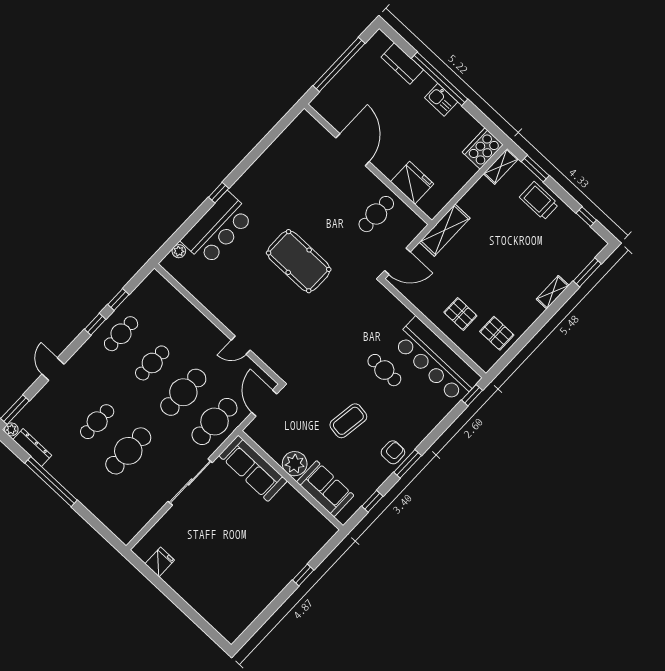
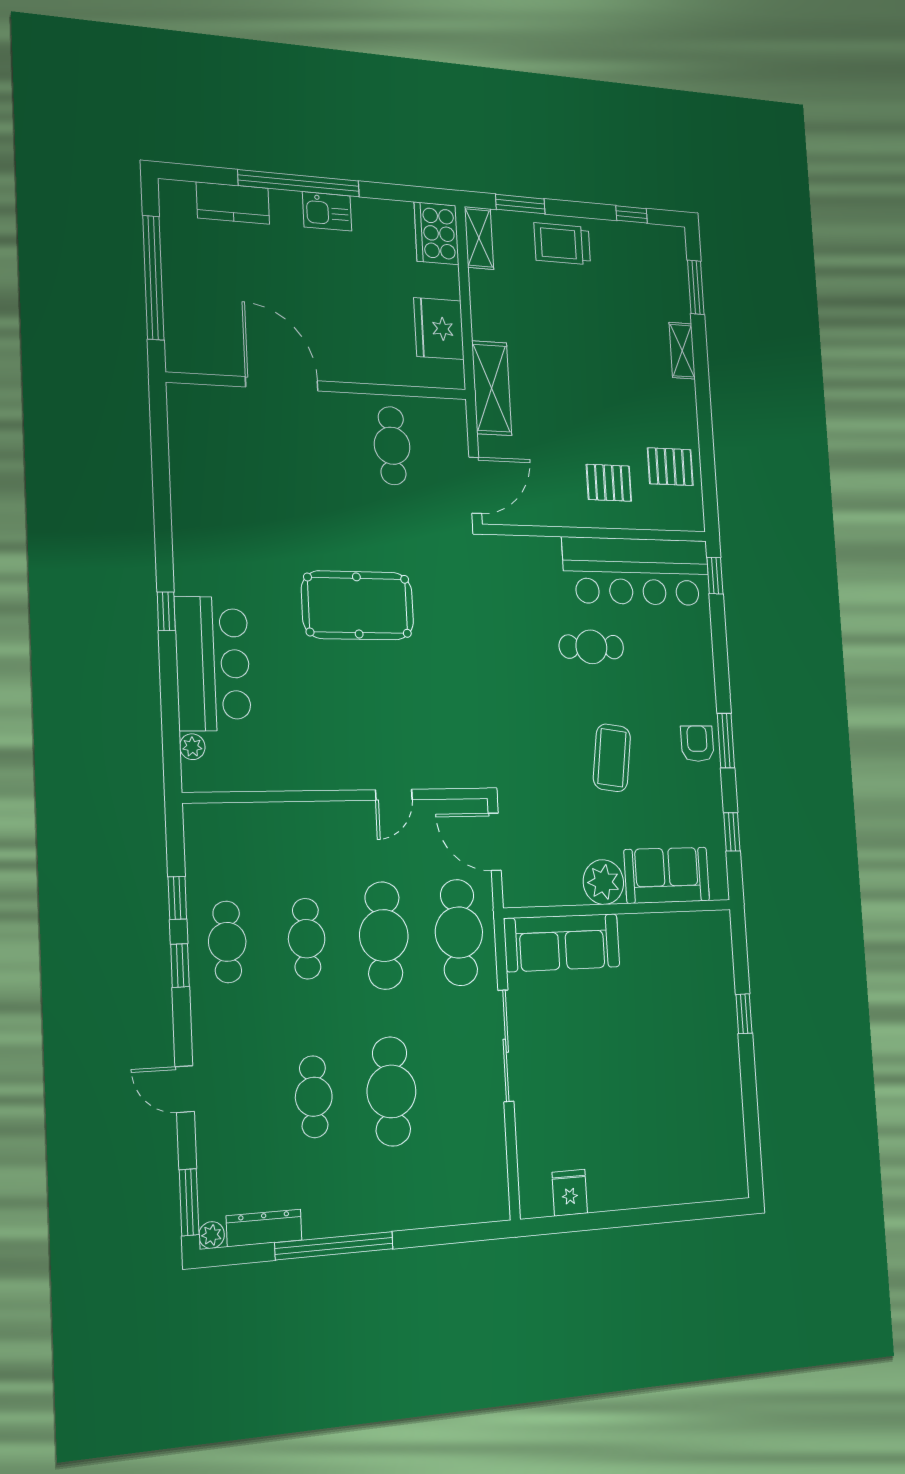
fridge: (412, 183) -> (439, 329), moved, turned -90

